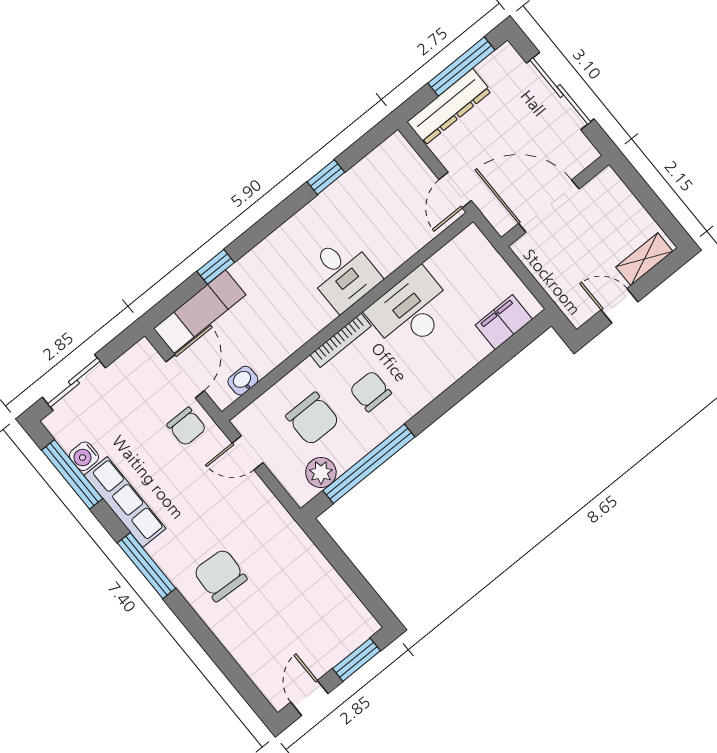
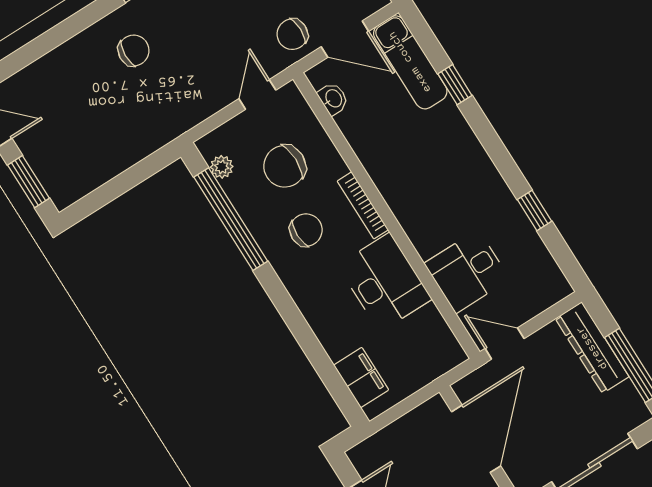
desk: (343, 274) -> (467, 271), moved
plant: (321, 473) -> (222, 167), width x0.73, depth x0.73
chair: (220, 575) -> (134, 50), width x0.73, depth x0.73

